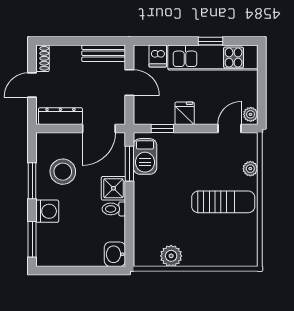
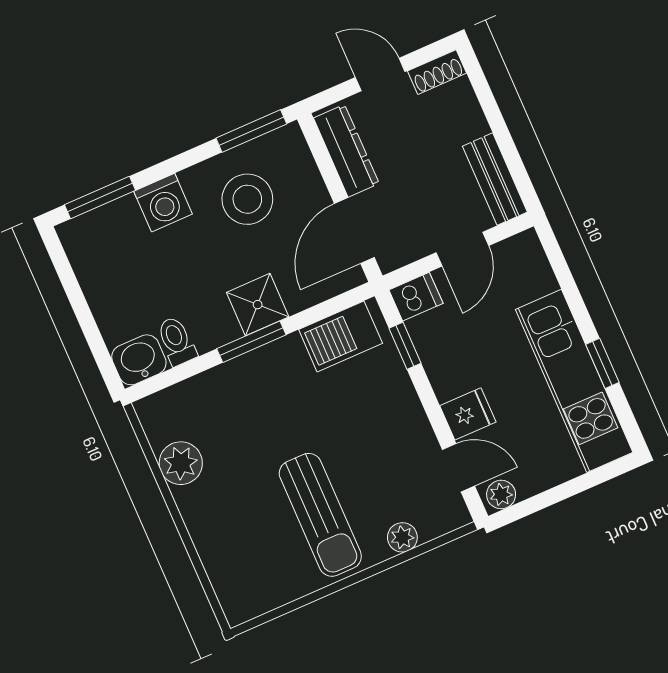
dishwasher: (158, 56) -> (416, 297), moved, turned 180
fridge: (185, 113) -> (468, 414), moved
door: (99, 129) -> (354, 230), hinge flipped
window: (129, 164) -> (251, 342), moved
window: (32, 181) -> (251, 131), moved
toilet: (114, 209) -> (176, 341), moved

